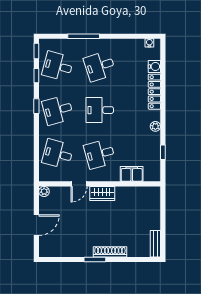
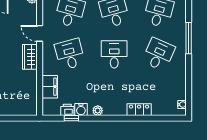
desk: (100, 66) -> (159, 54), turned 42
water cooler: (154, 66) -> (81, 110), moved
locker: (154, 92) -> (139, 110), width x0.66
printer: (155, 156) -> (67, 110), added

